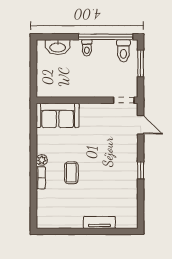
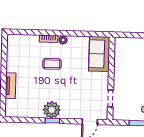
doorway: (124, 100) -> (110, 98), moved
plant: (127, 172) -> (52, 110), added

